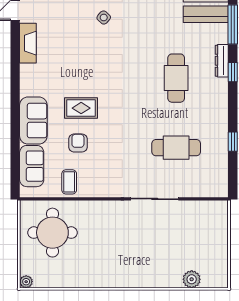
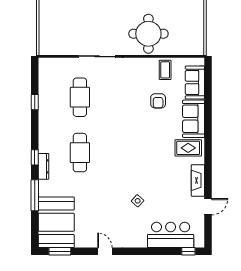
rug: (81, 108) -> (188, 148), moved
cafe table: (176, 148) -> (80, 97), turned 90
round table: (52, 233) -> (148, 34), moved

